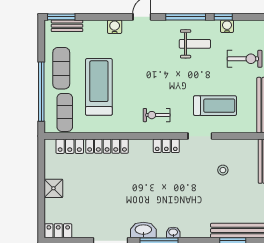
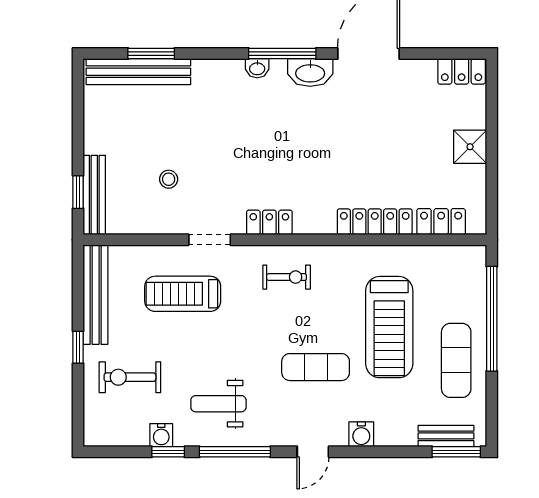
exercise mat: (65, 112) -> (316, 367), moved, turned 90

